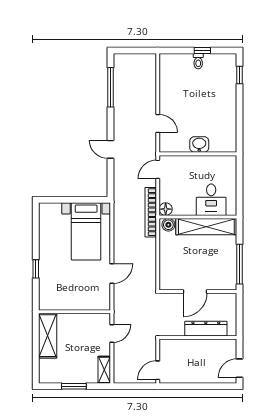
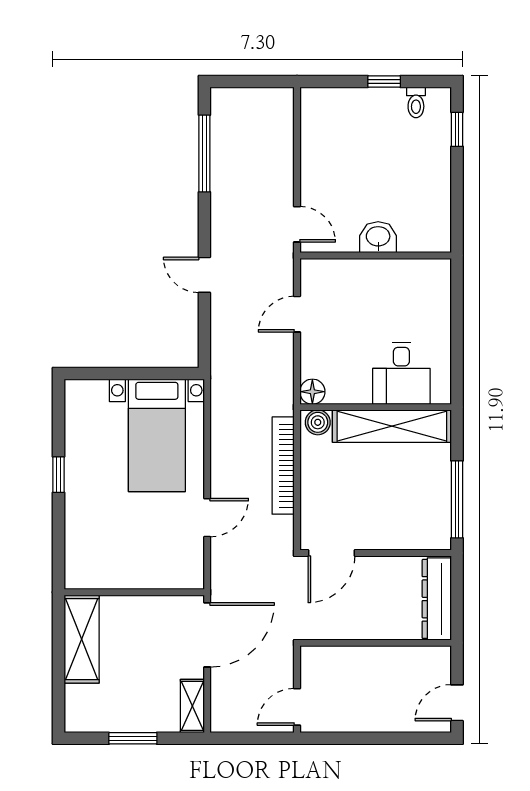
toilet: (198, 61) -> (416, 102), moved
washbasin: (199, 144) -> (378, 237), moved
wall: (198, 154) -> (376, 256), moved
bookcase: (151, 212) -> (283, 466), moved
window: (36, 269) -> (58, 475), moved
door: (195, 292) -> (332, 553), moved
dresser: (206, 329) -> (437, 599), moved, turned -90
door: (112, 333) -> (207, 635), width x1.87

